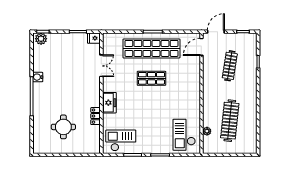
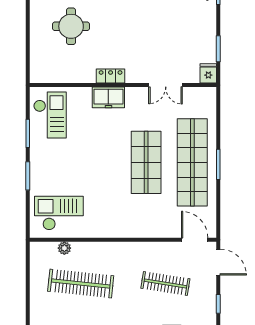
shop shelf: (151, 78) -> (146, 162), width x1.43, depth x1.36
locker: (96, 116) -> (111, 76), moved

